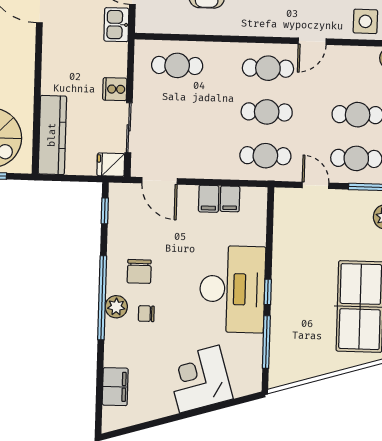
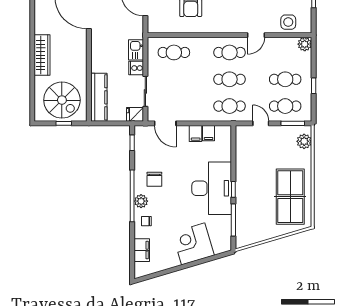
kitchen sink: (116, 25) -> (136, 50), moved
chair: (146, 314) -> (146, 221), moved

